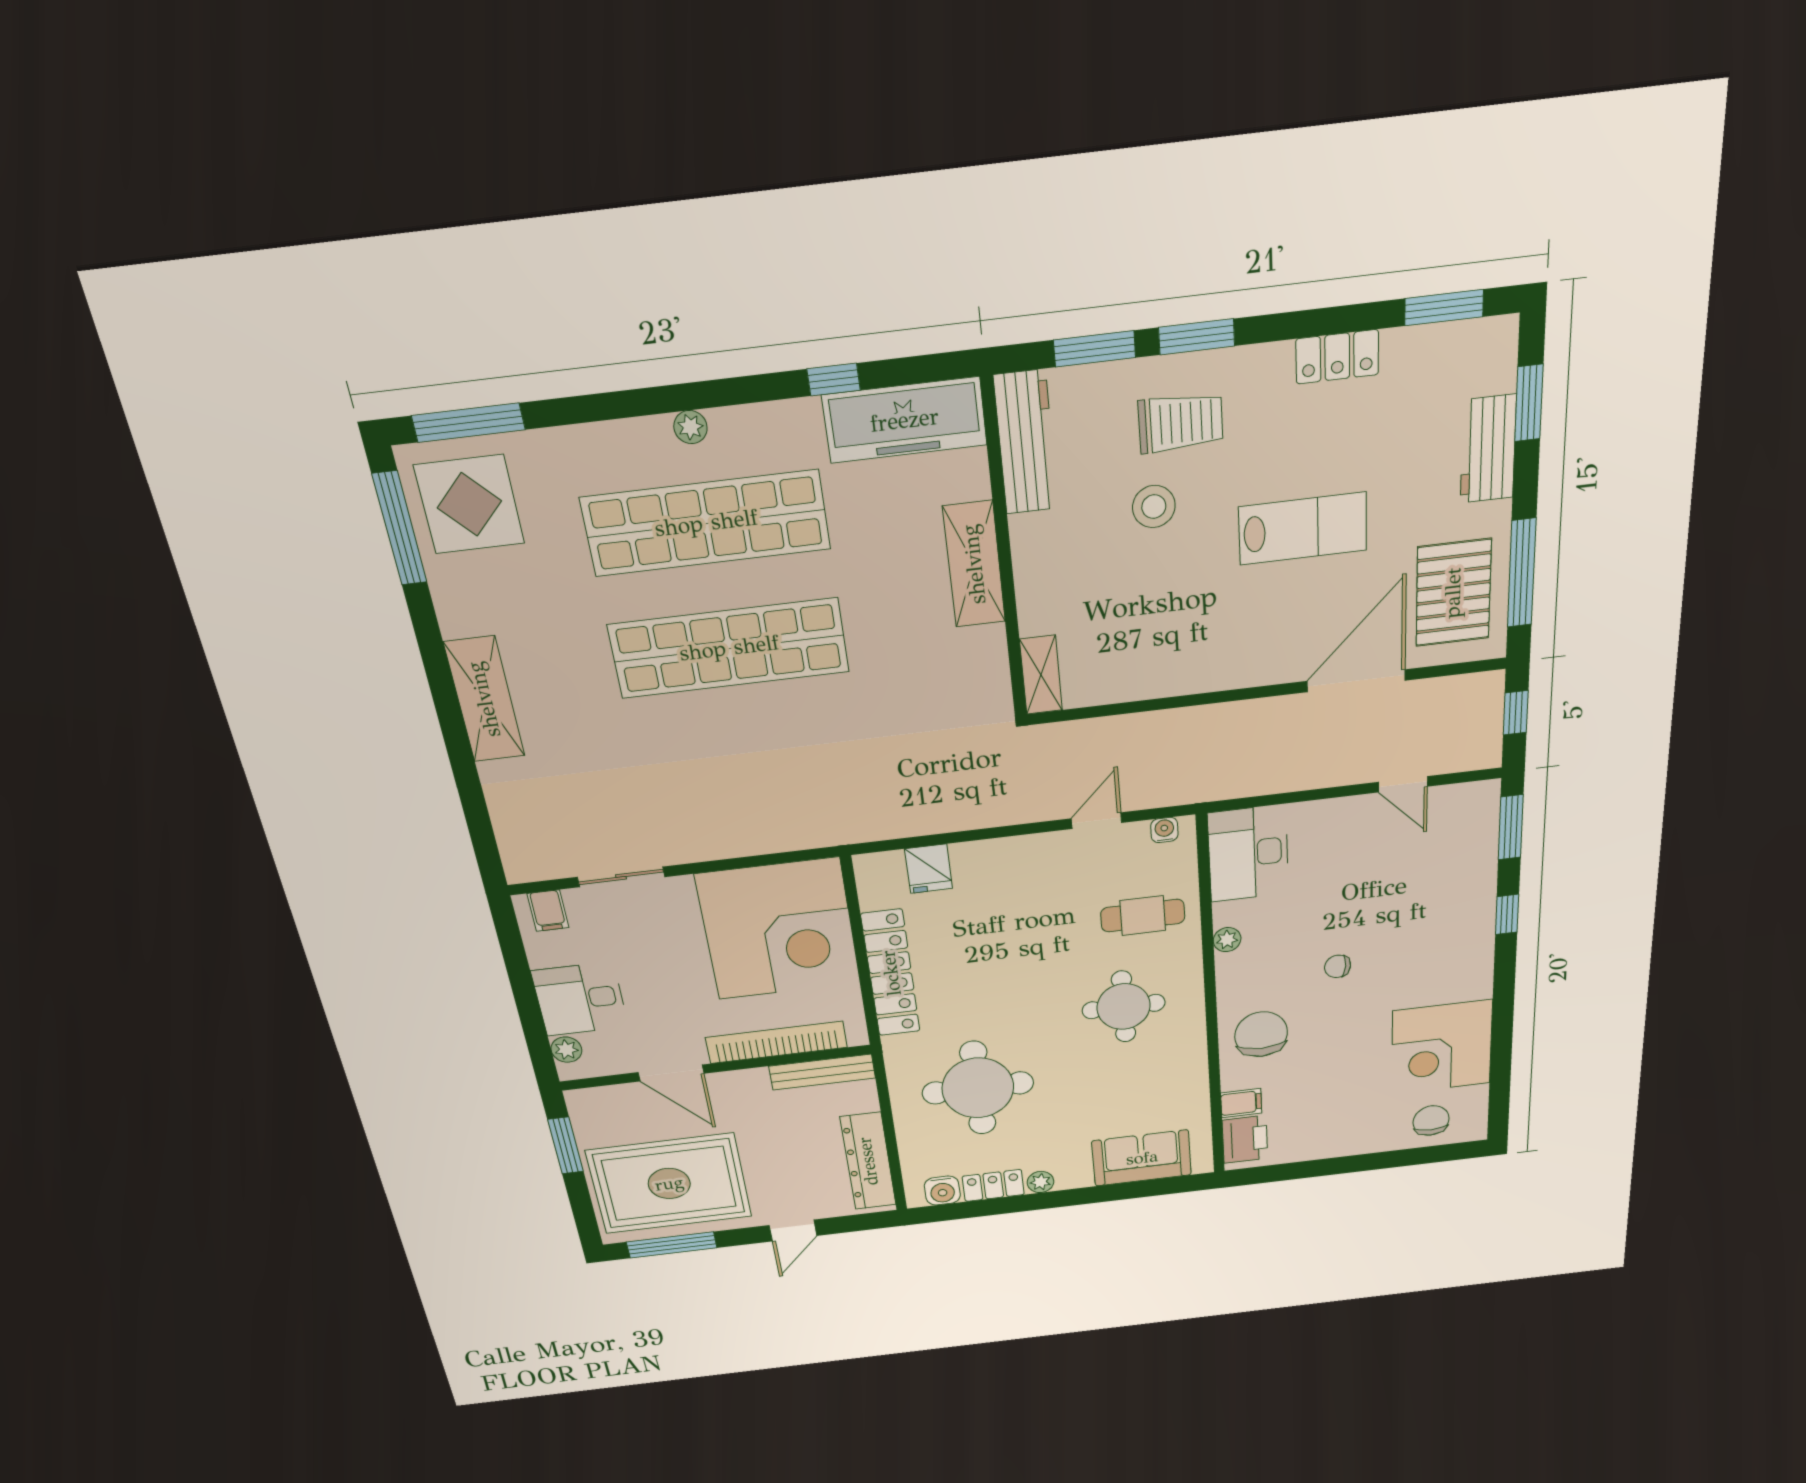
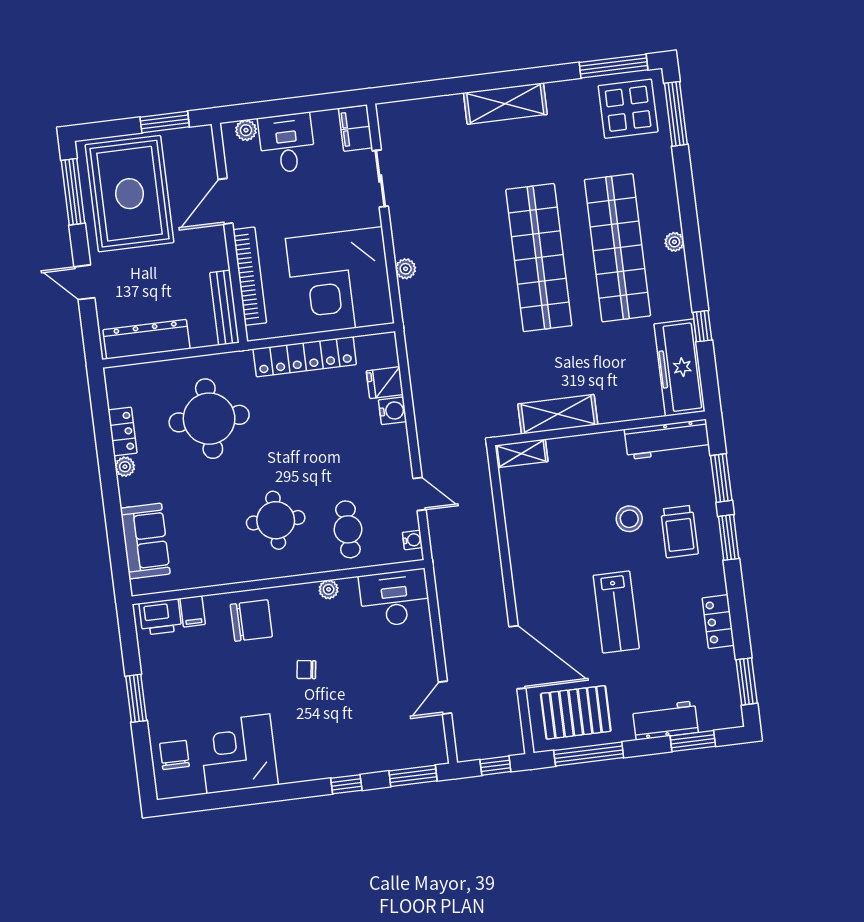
shelving: (974, 564) -> (558, 414), moved
plant: (756, 842) -> (406, 269), added
filing cabinet: (548, 911) -> (355, 128), width x2.00
chair: (1338, 966) -> (306, 670), turned -87
chair: (1431, 1121) -> (175, 755), turned -90
window: (1350, 1164) -> (136, 698), added
water cooler: (942, 1191) -> (393, 411), moved, turned 180

